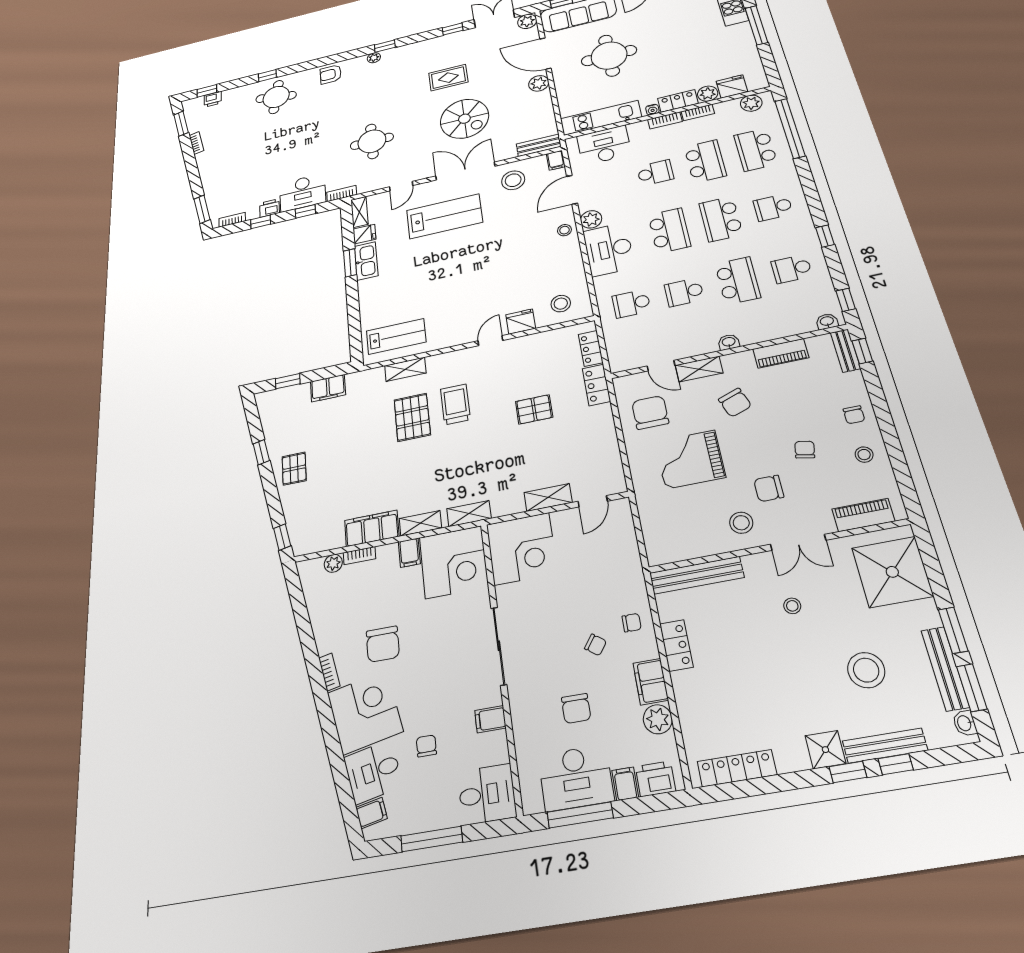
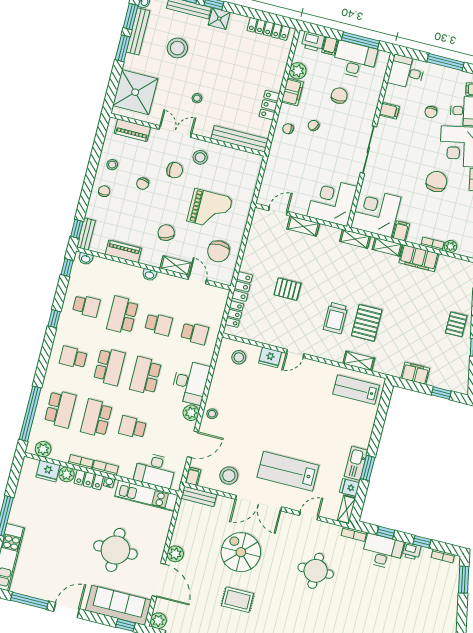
school desk: (773, 207) -> (73, 357), turned 180

